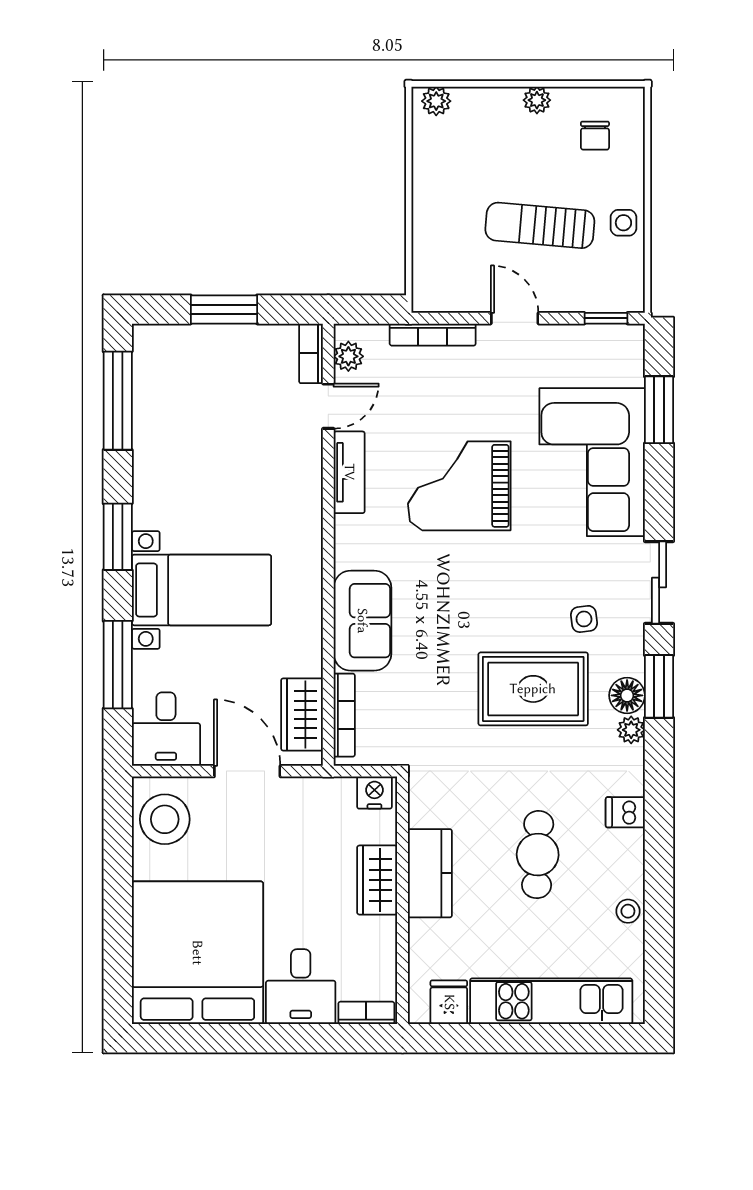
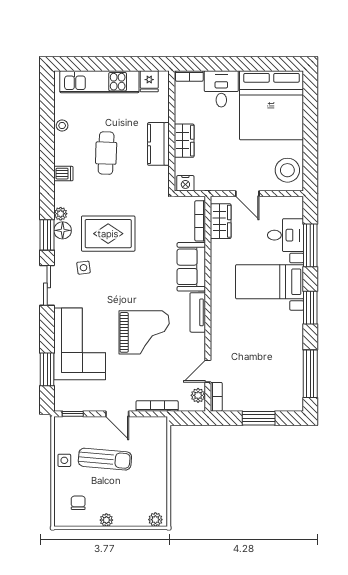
tv unit: (349, 472) -> (198, 312), moved
desk: (166, 729) -> (286, 235), moved, turned 90
door: (247, 771) -> (247, 194), width x0.73

